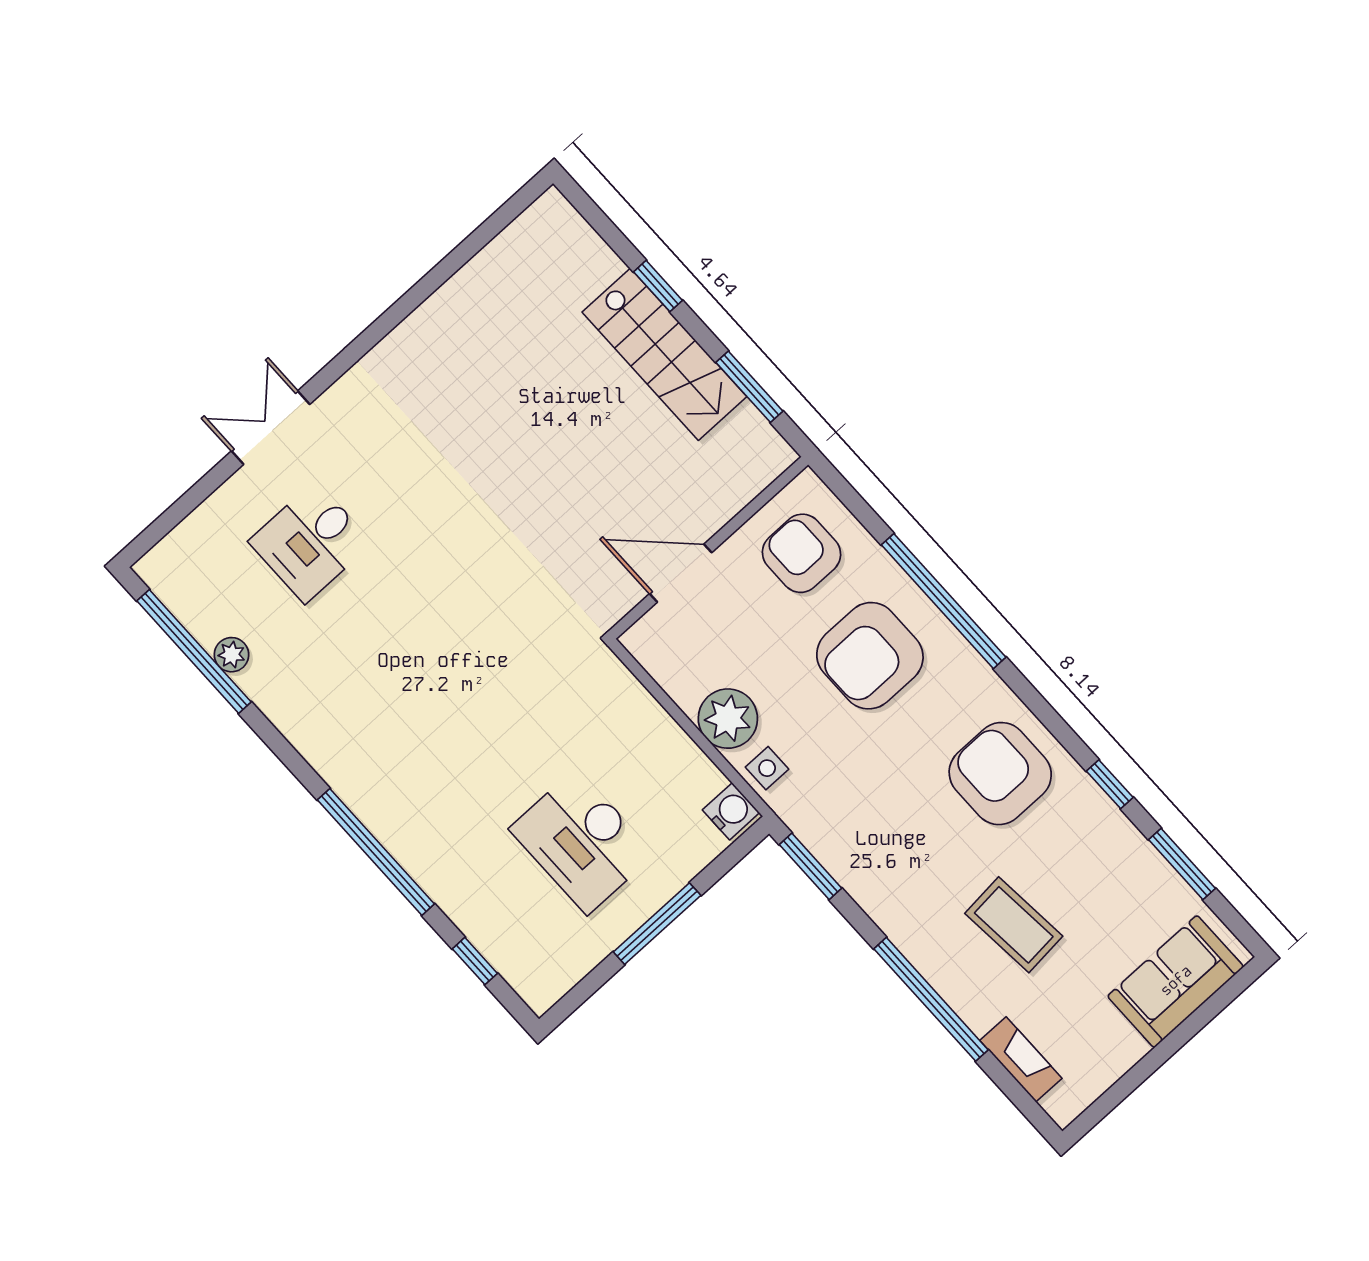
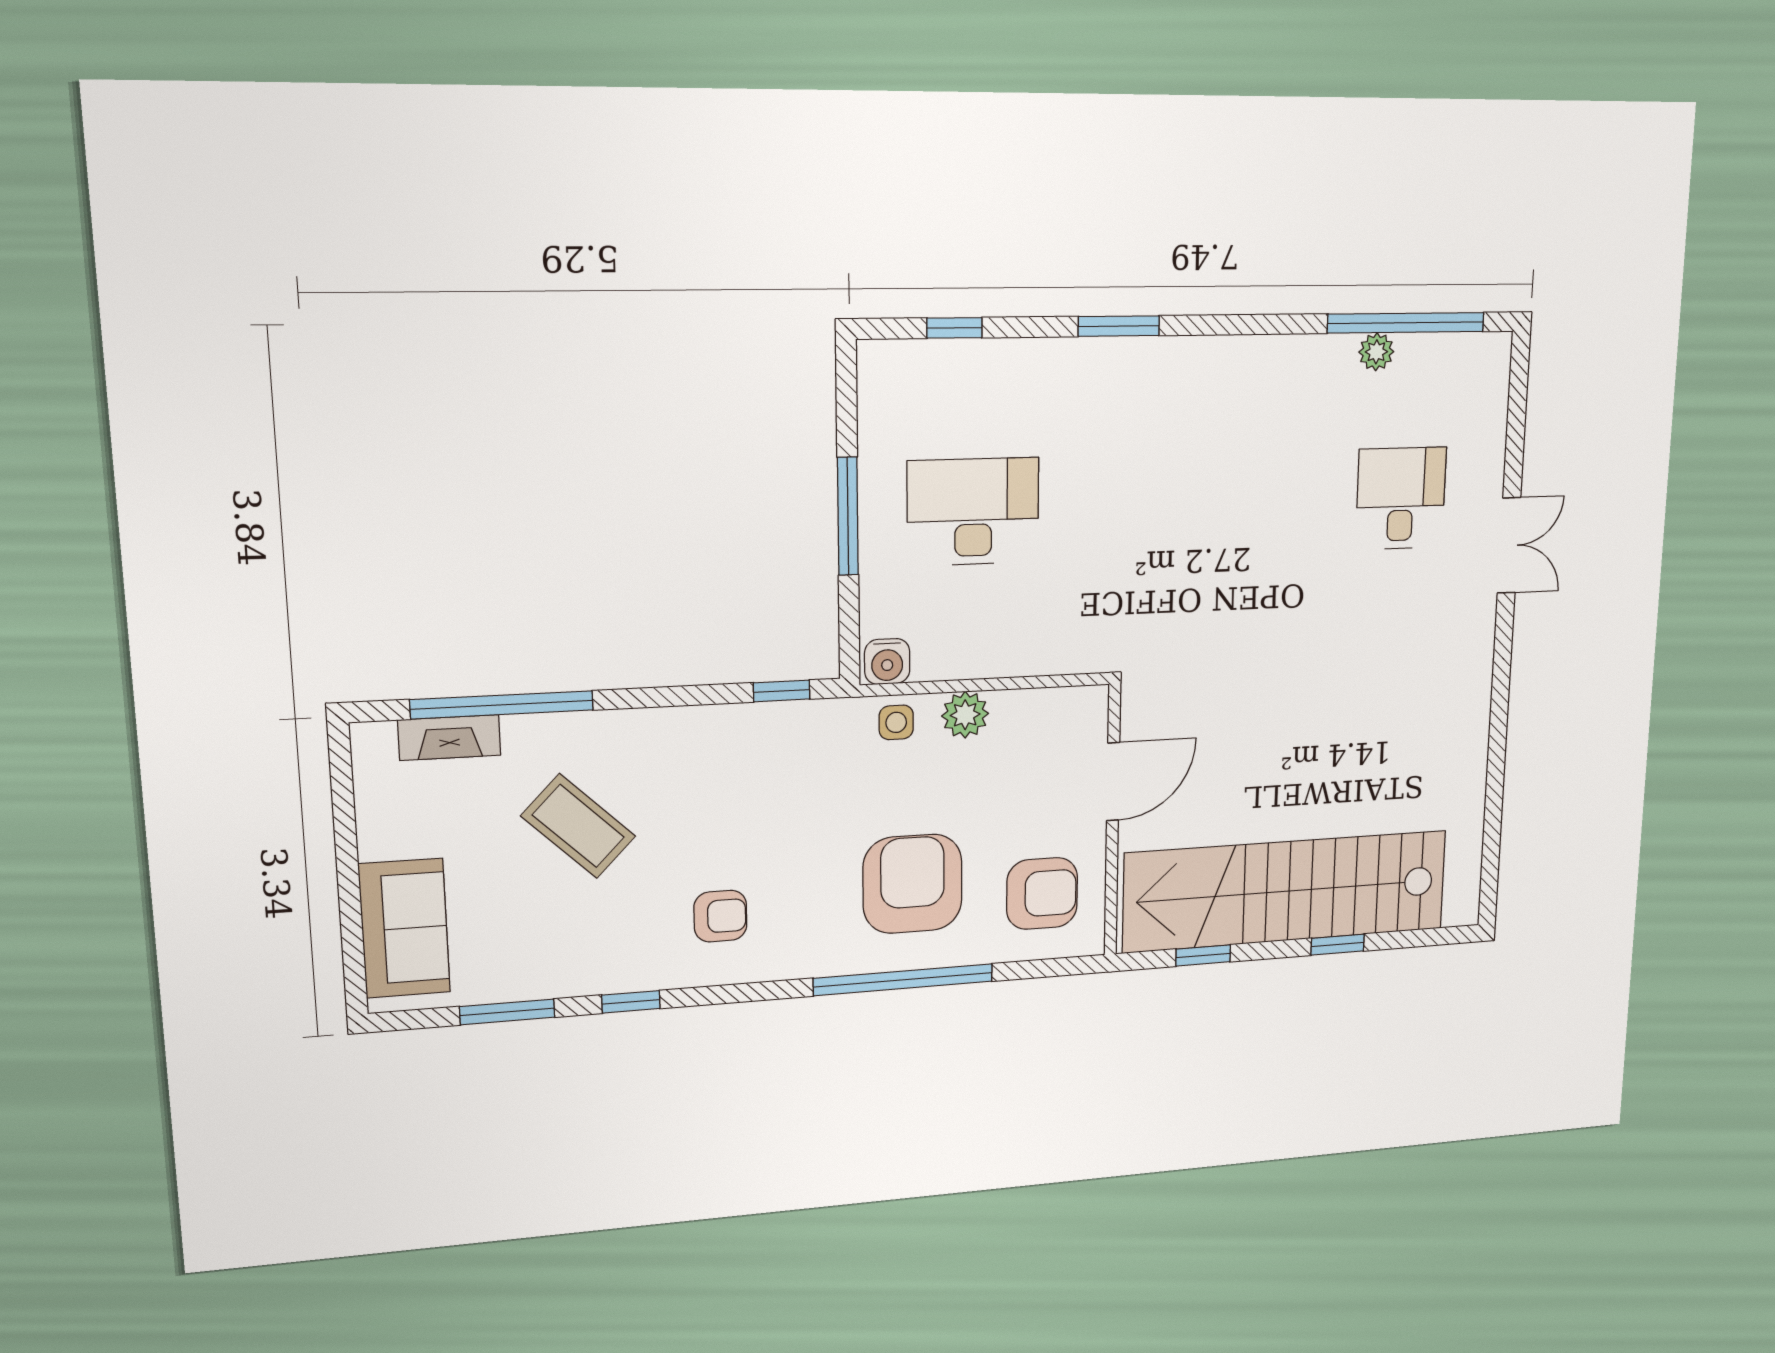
stairs: (664, 354) -> (1286, 891), width x1.86, depth x1.51
window: (749, 387) -> (1203, 955), width x0.67
plant: (728, 719) -> (965, 715), width x0.73, depth x0.73
armchair: (1000, 774) -> (720, 916), width x0.53, depth x0.53
window: (376, 852) -> (1119, 326), width x0.47
window: (811, 866) -> (782, 691), width x0.67
coffee table: (1014, 925) -> (578, 826), turned 49
window: (931, 999) -> (502, 705), moved

